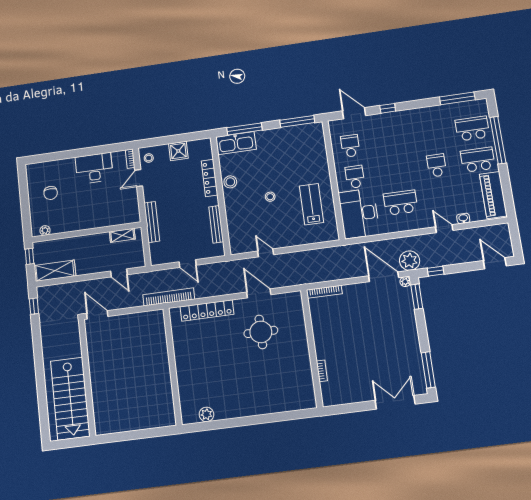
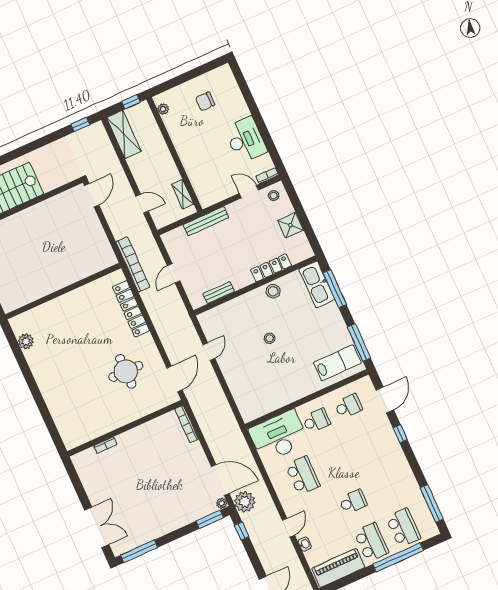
lab bench: (311, 204) -> (337, 363), moved
bench: (216, 224) -> (219, 293), width x0.73
door: (119, 273) -> (142, 204), swing flipped
door: (384, 277) -> (220, 480), hinge flipped
door: (259, 293) -> (174, 379), moved

